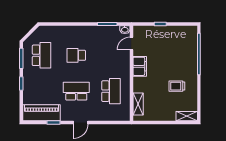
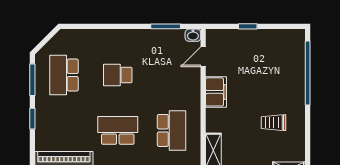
school desk: (42, 55) -> (64, 75), turned 180

